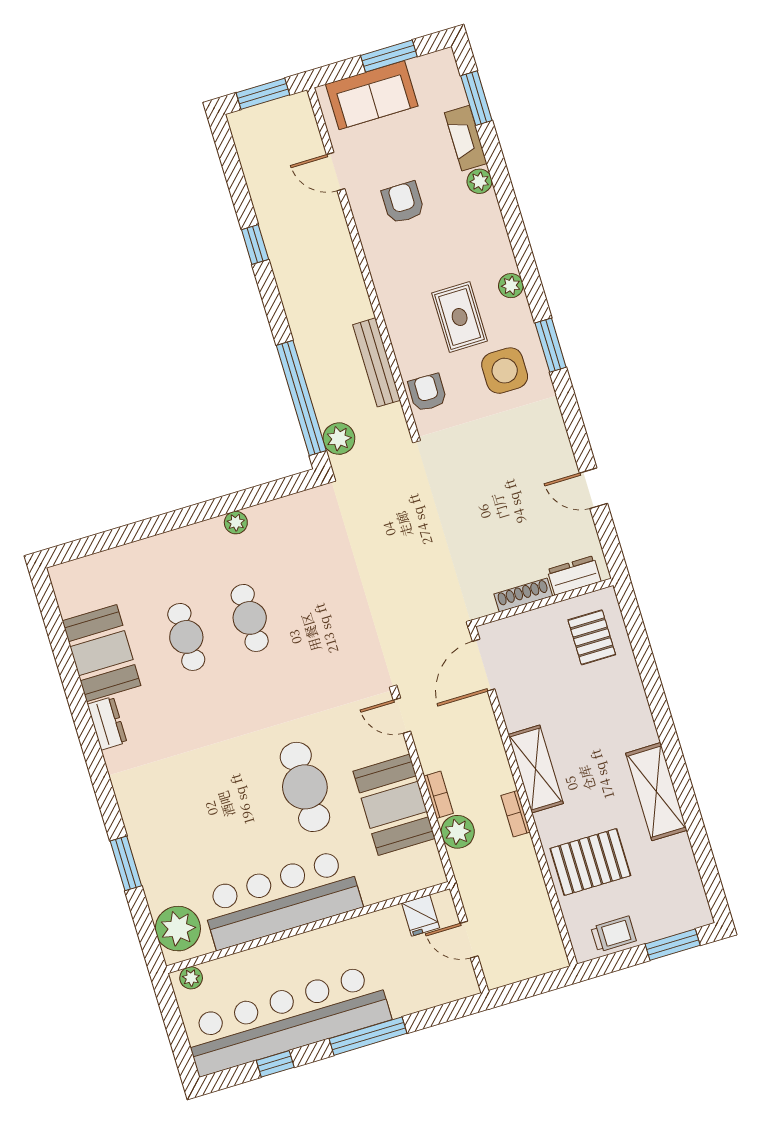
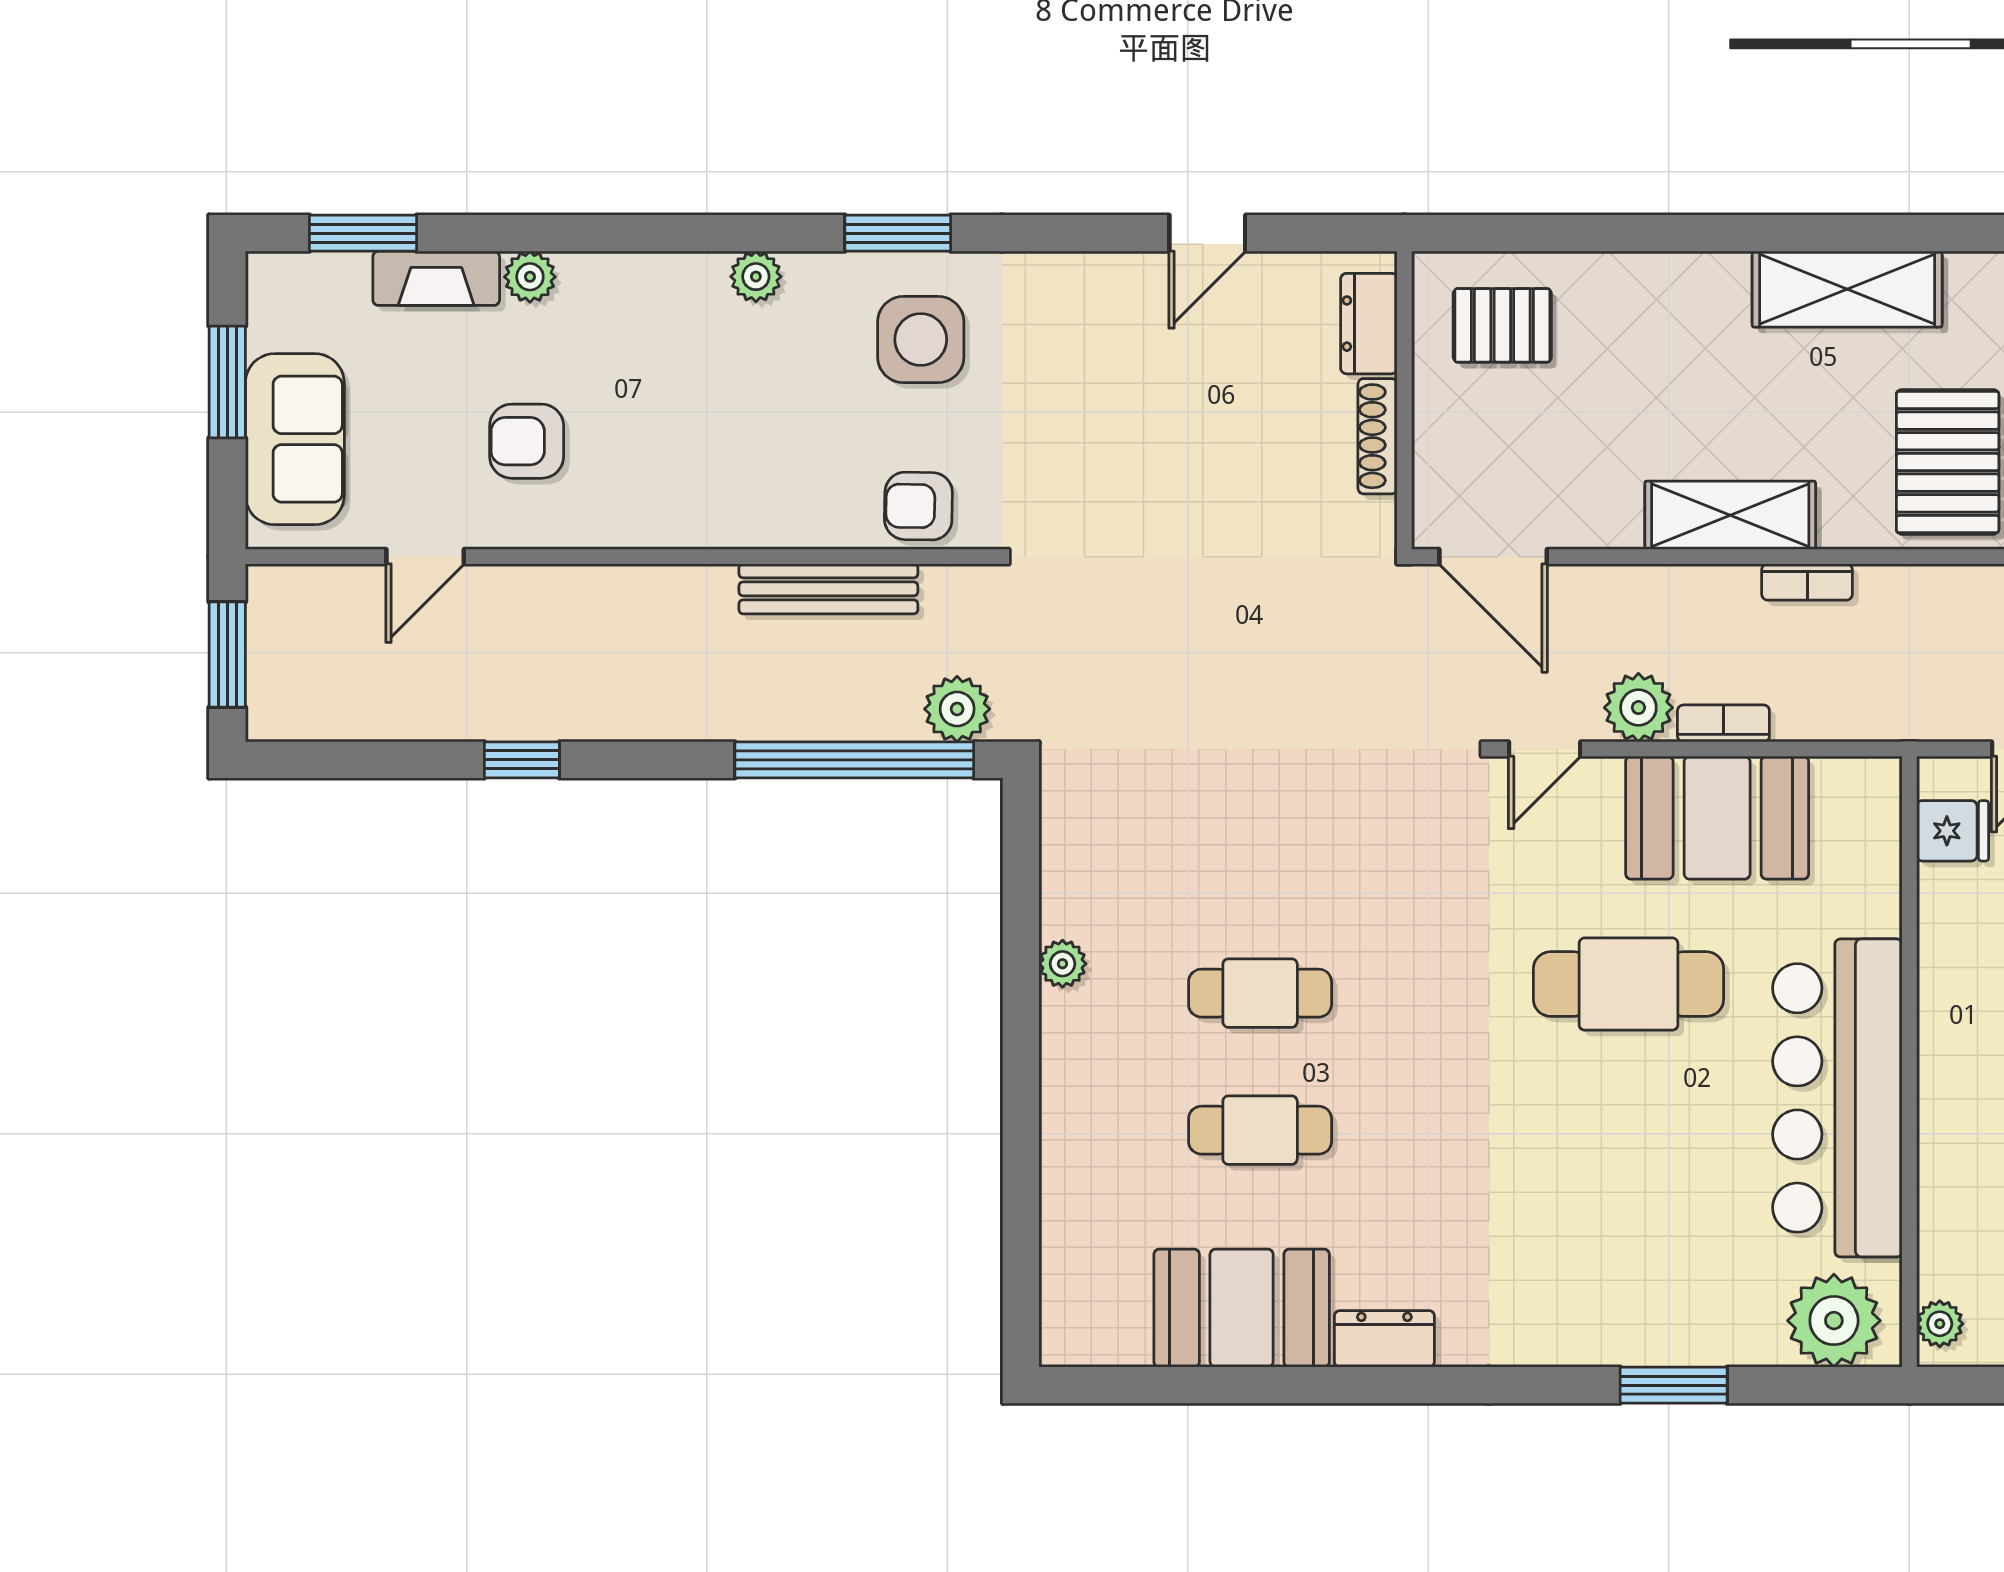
rug: (460, 317) -> (788, 397), removed
plant: (458, 832) -> (1638, 708), moved

